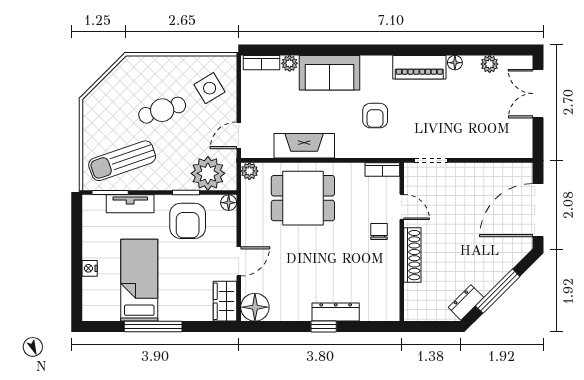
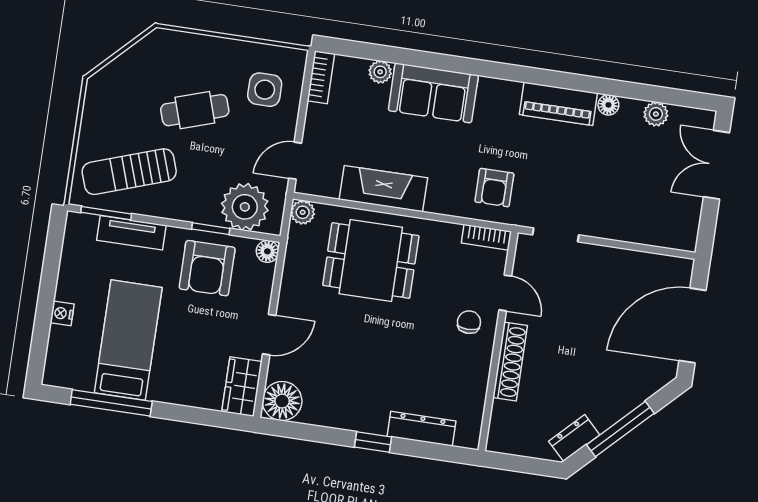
bookcase: (262, 63) -> (321, 77), moved, turned -90
side table: (210, 88) -> (265, 90), turned 31
armchair: (375, 116) -> (494, 188), moved
dresser: (336, 312) -> (421, 429), moved
window: (153, 327) -> (111, 403), moved

